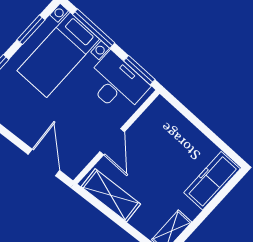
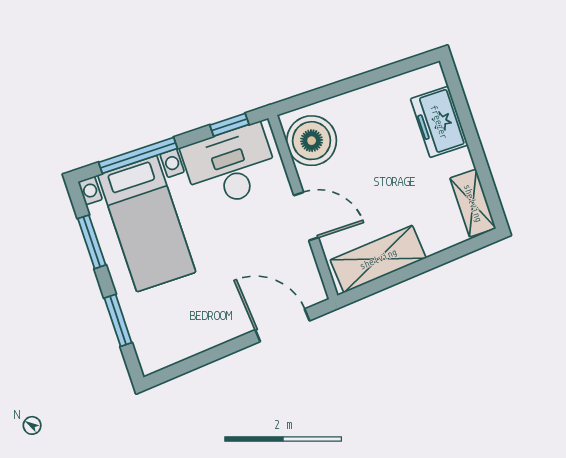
window: (139, 70) -> (229, 125), width x0.67
boiler: (156, 121) -> (312, 141), added
freezer: (212, 181) -> (439, 122), width x0.71

